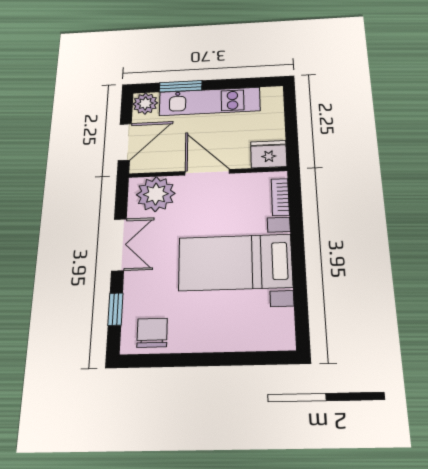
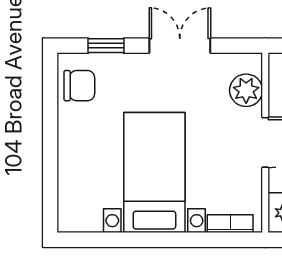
plant: (156, 194) -> (246, 90), width x0.73, depth x0.73
double door: (119, 245) -> (180, 46), swing flipped

